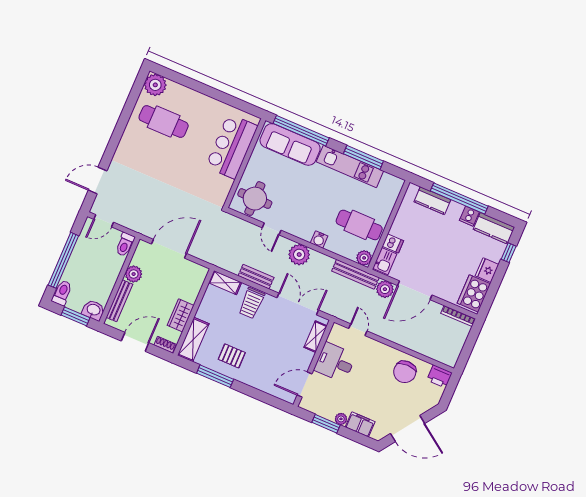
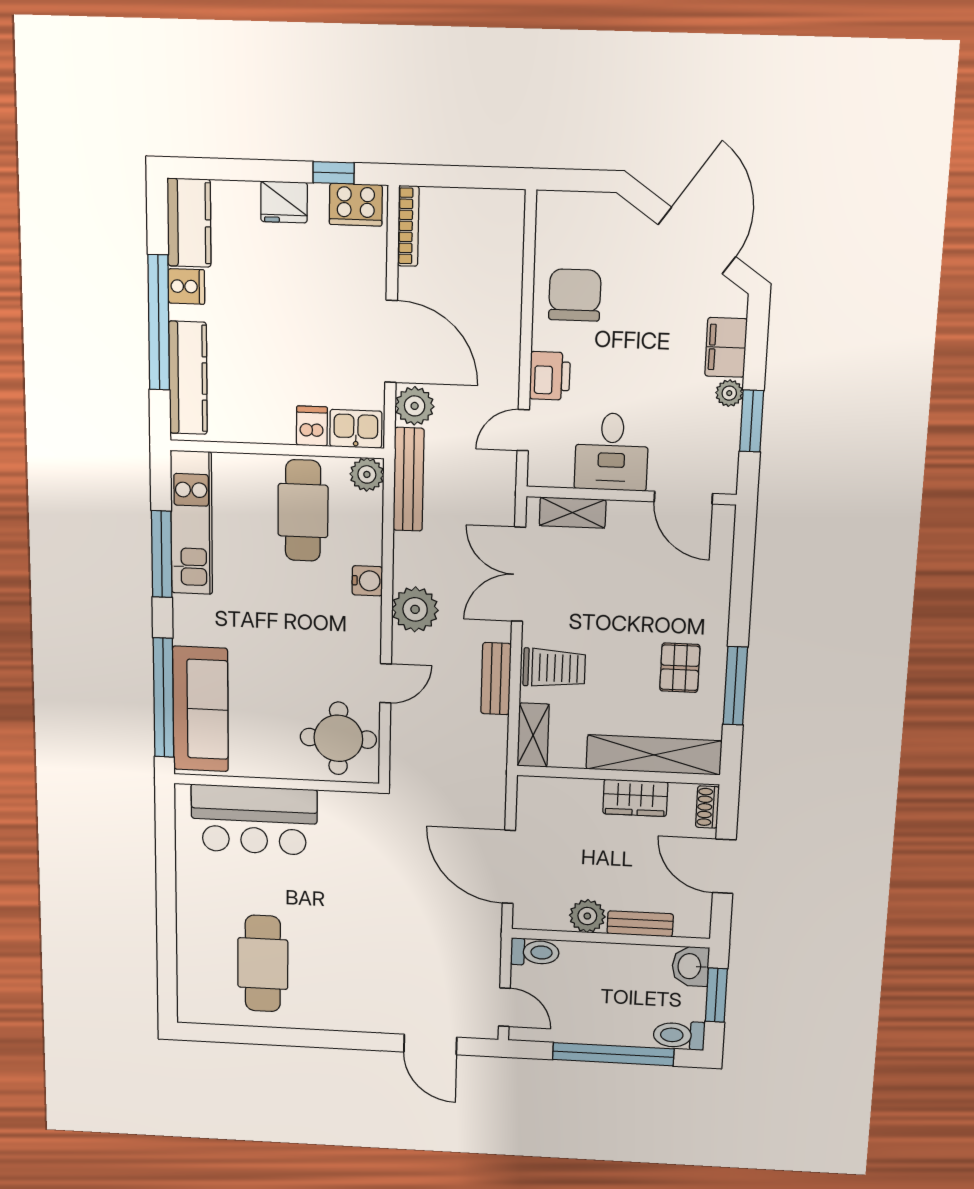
plant: (155, 85) -> (199, 1003), removed
kitchen unit: (350, 166) -> (191, 523), moved
kitchen counter: (432, 201) -> (188, 378), width x1.50
window: (509, 253) -> (334, 173), moved
cooker: (474, 293) -> (356, 205), width x0.73, depth x0.76
bench: (119, 301) -> (640, 924), width x0.73
shelving: (193, 339) -> (654, 755), width x1.47
chair: (405, 372) -> (575, 295), turned -90
printer: (439, 376) -> (550, 376), moved

